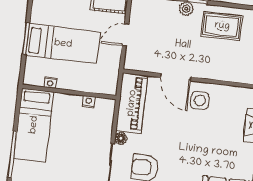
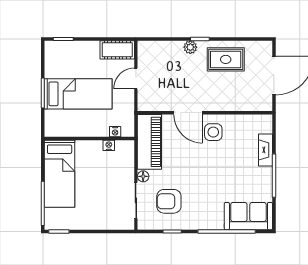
nightstand: (50, 82) -> (115, 132), moved

